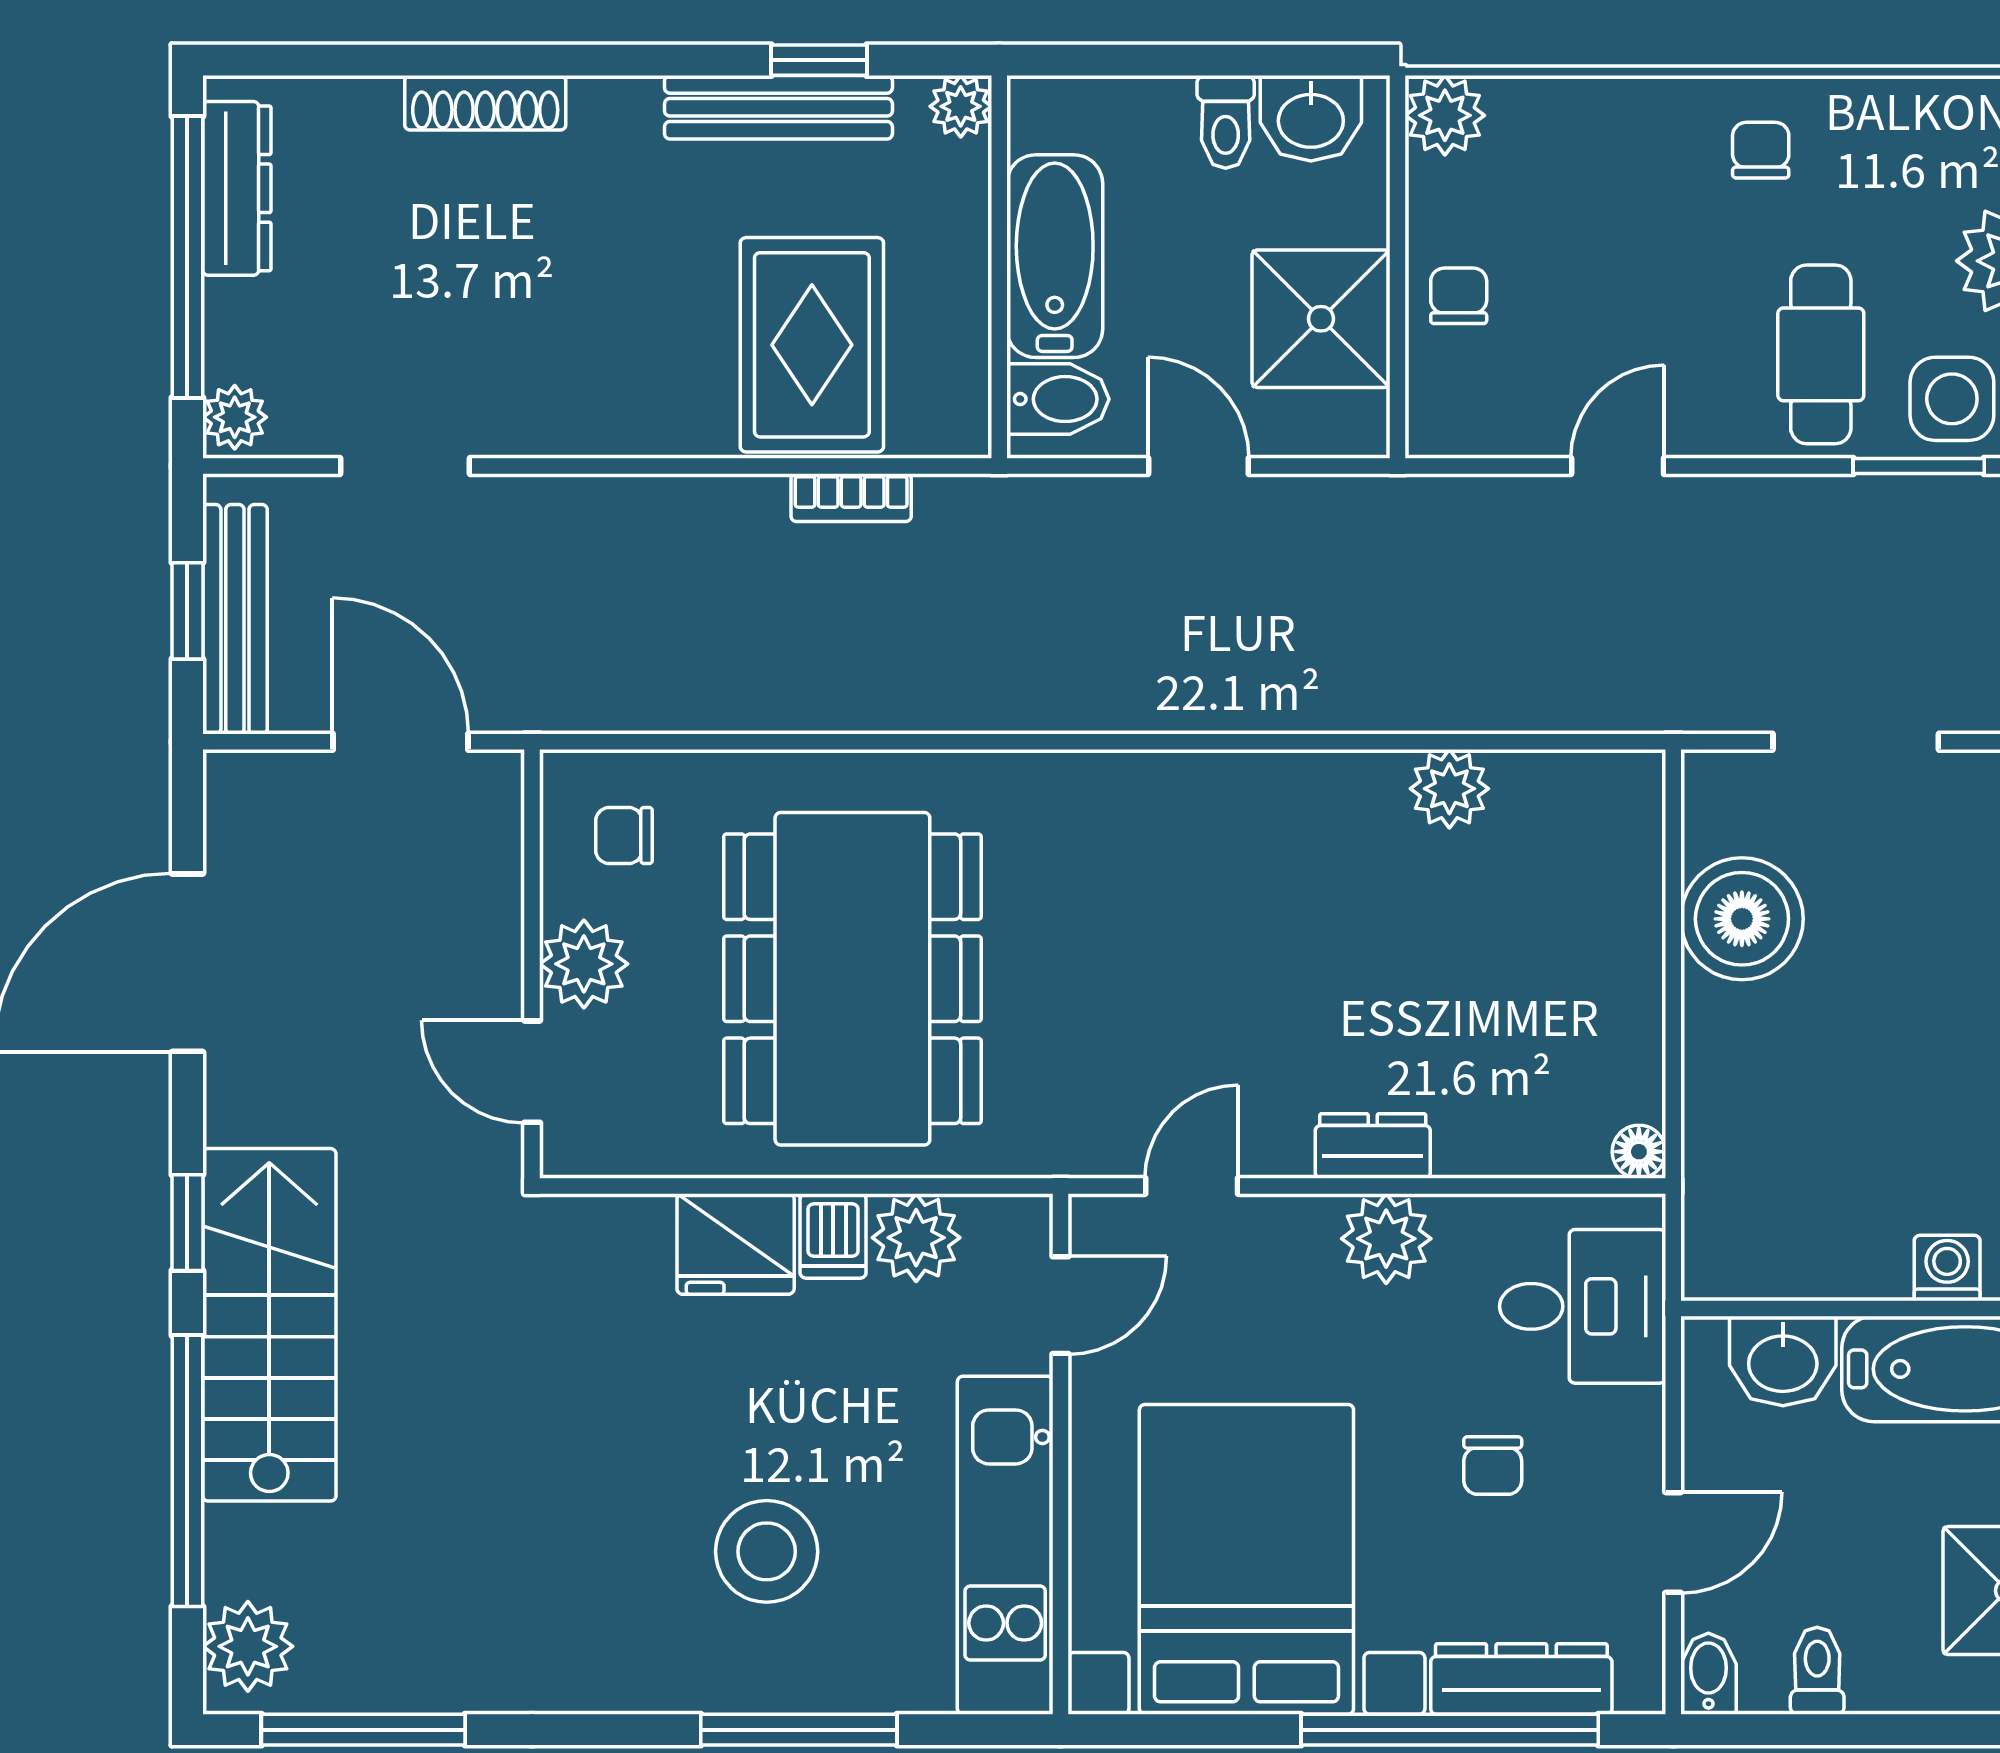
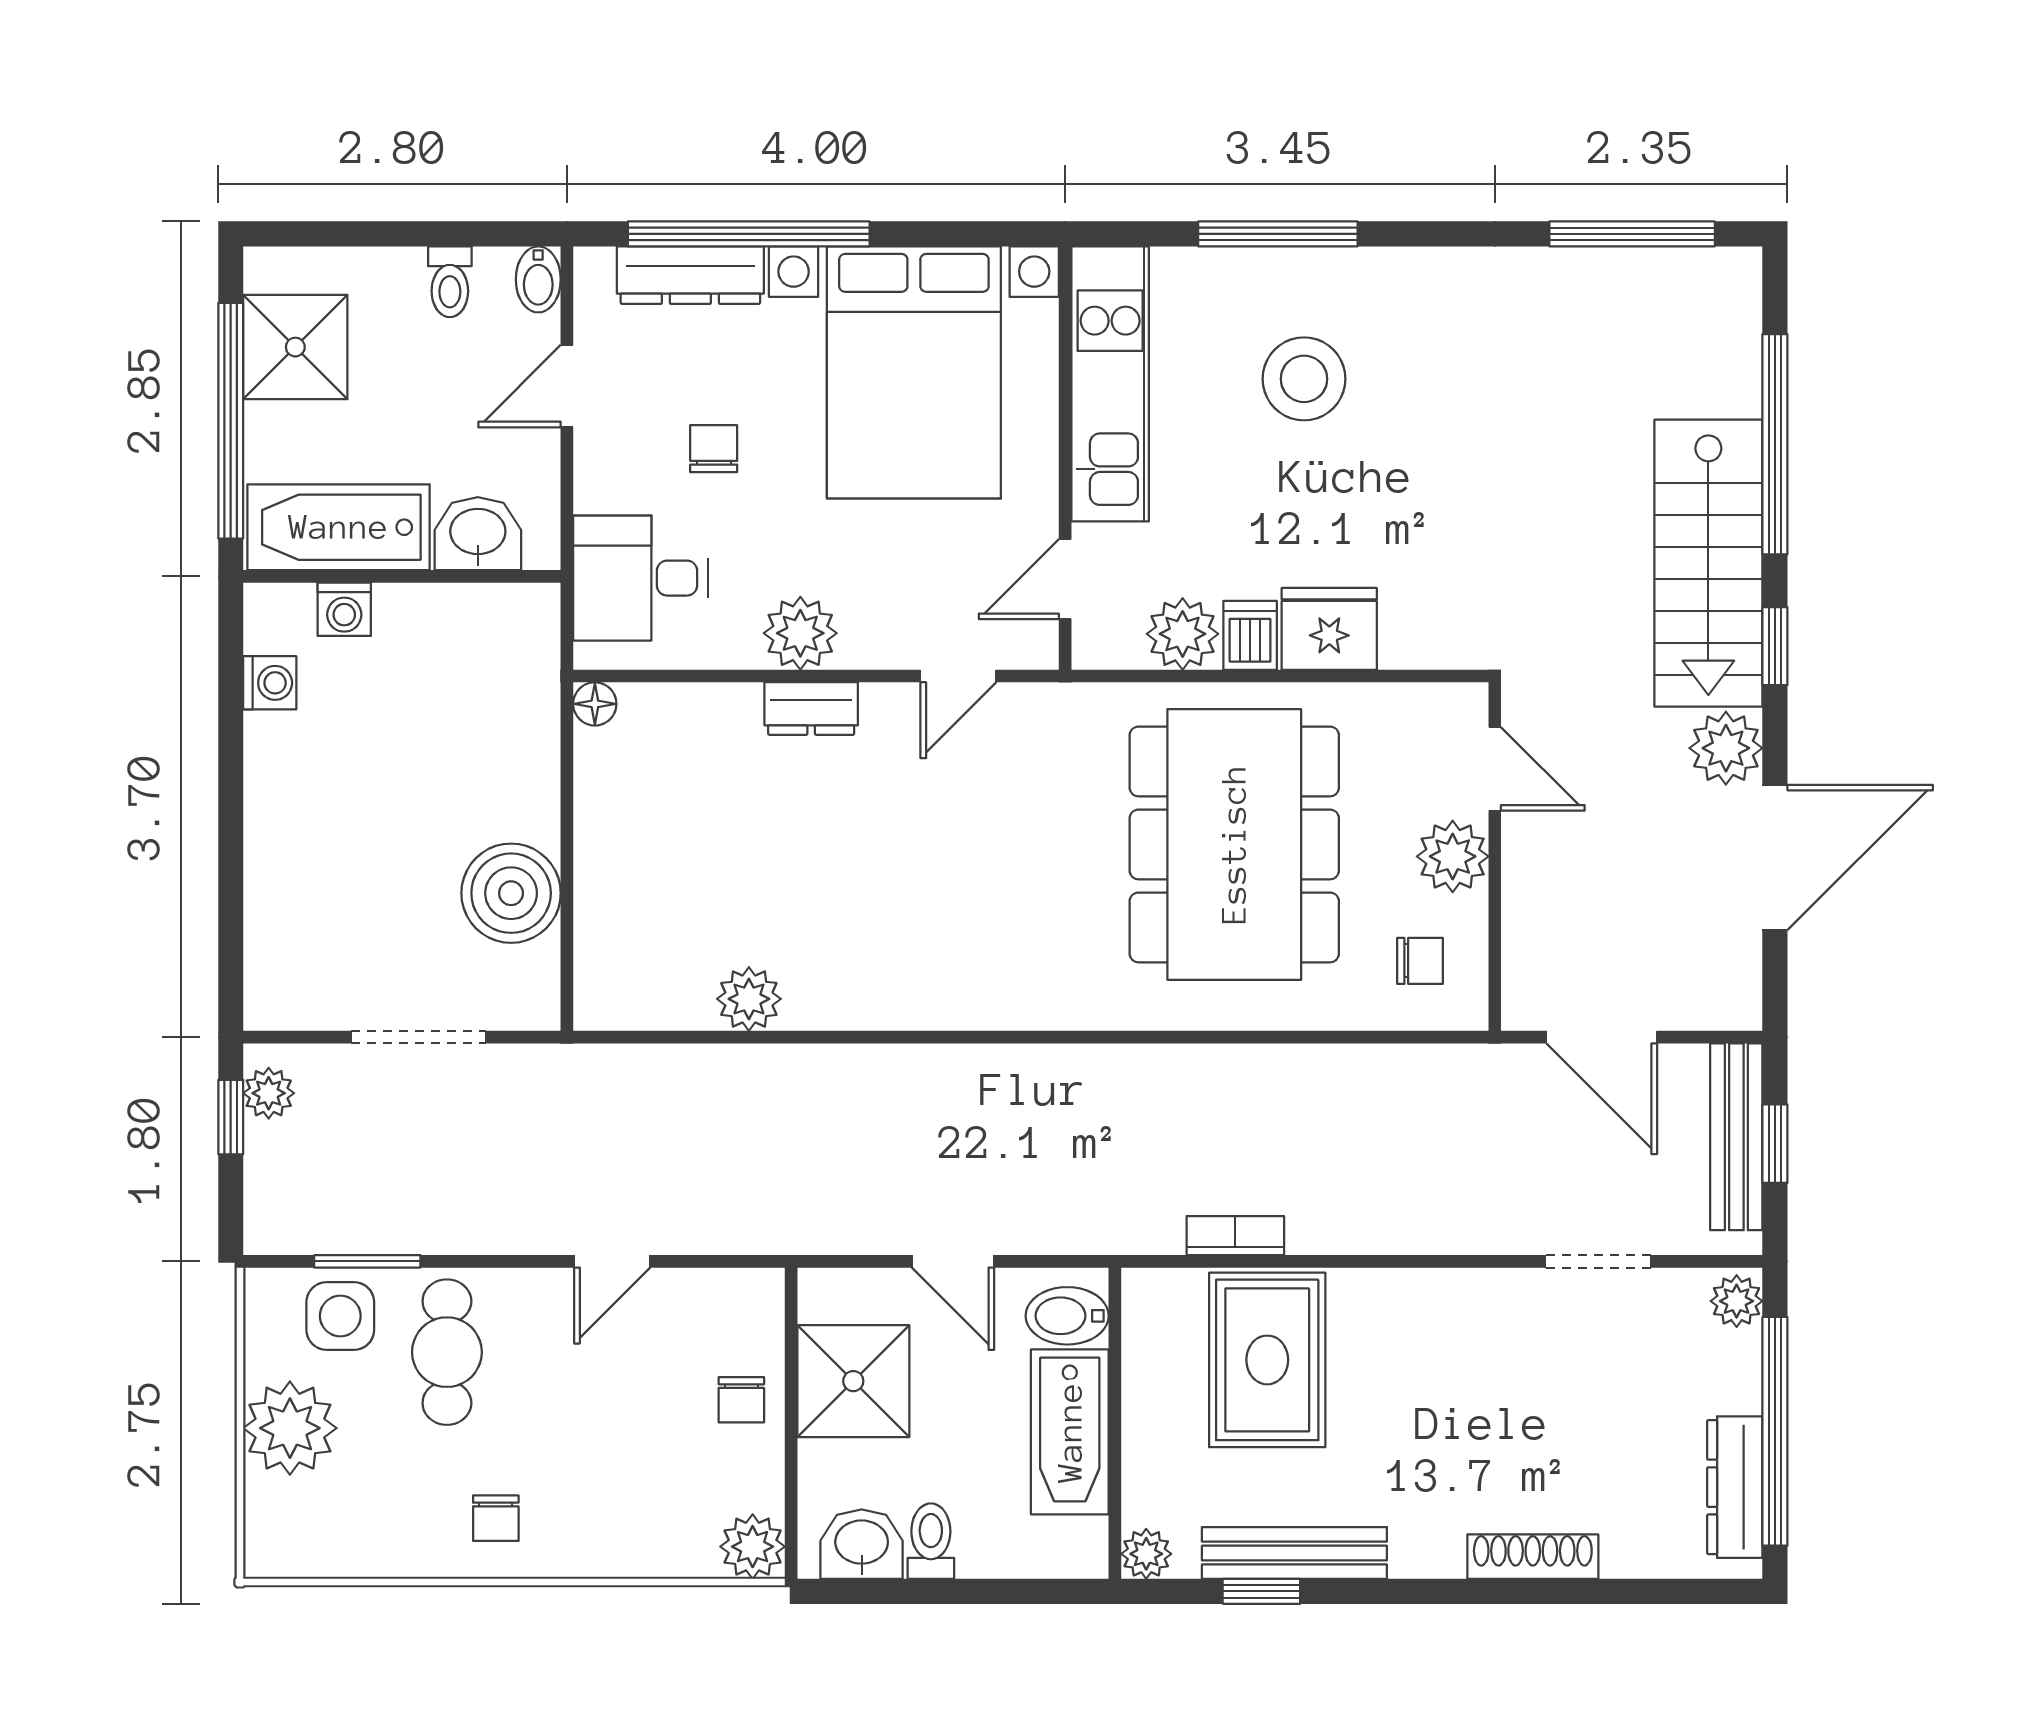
plant: (248, 1646) -> (1726, 748), moved

